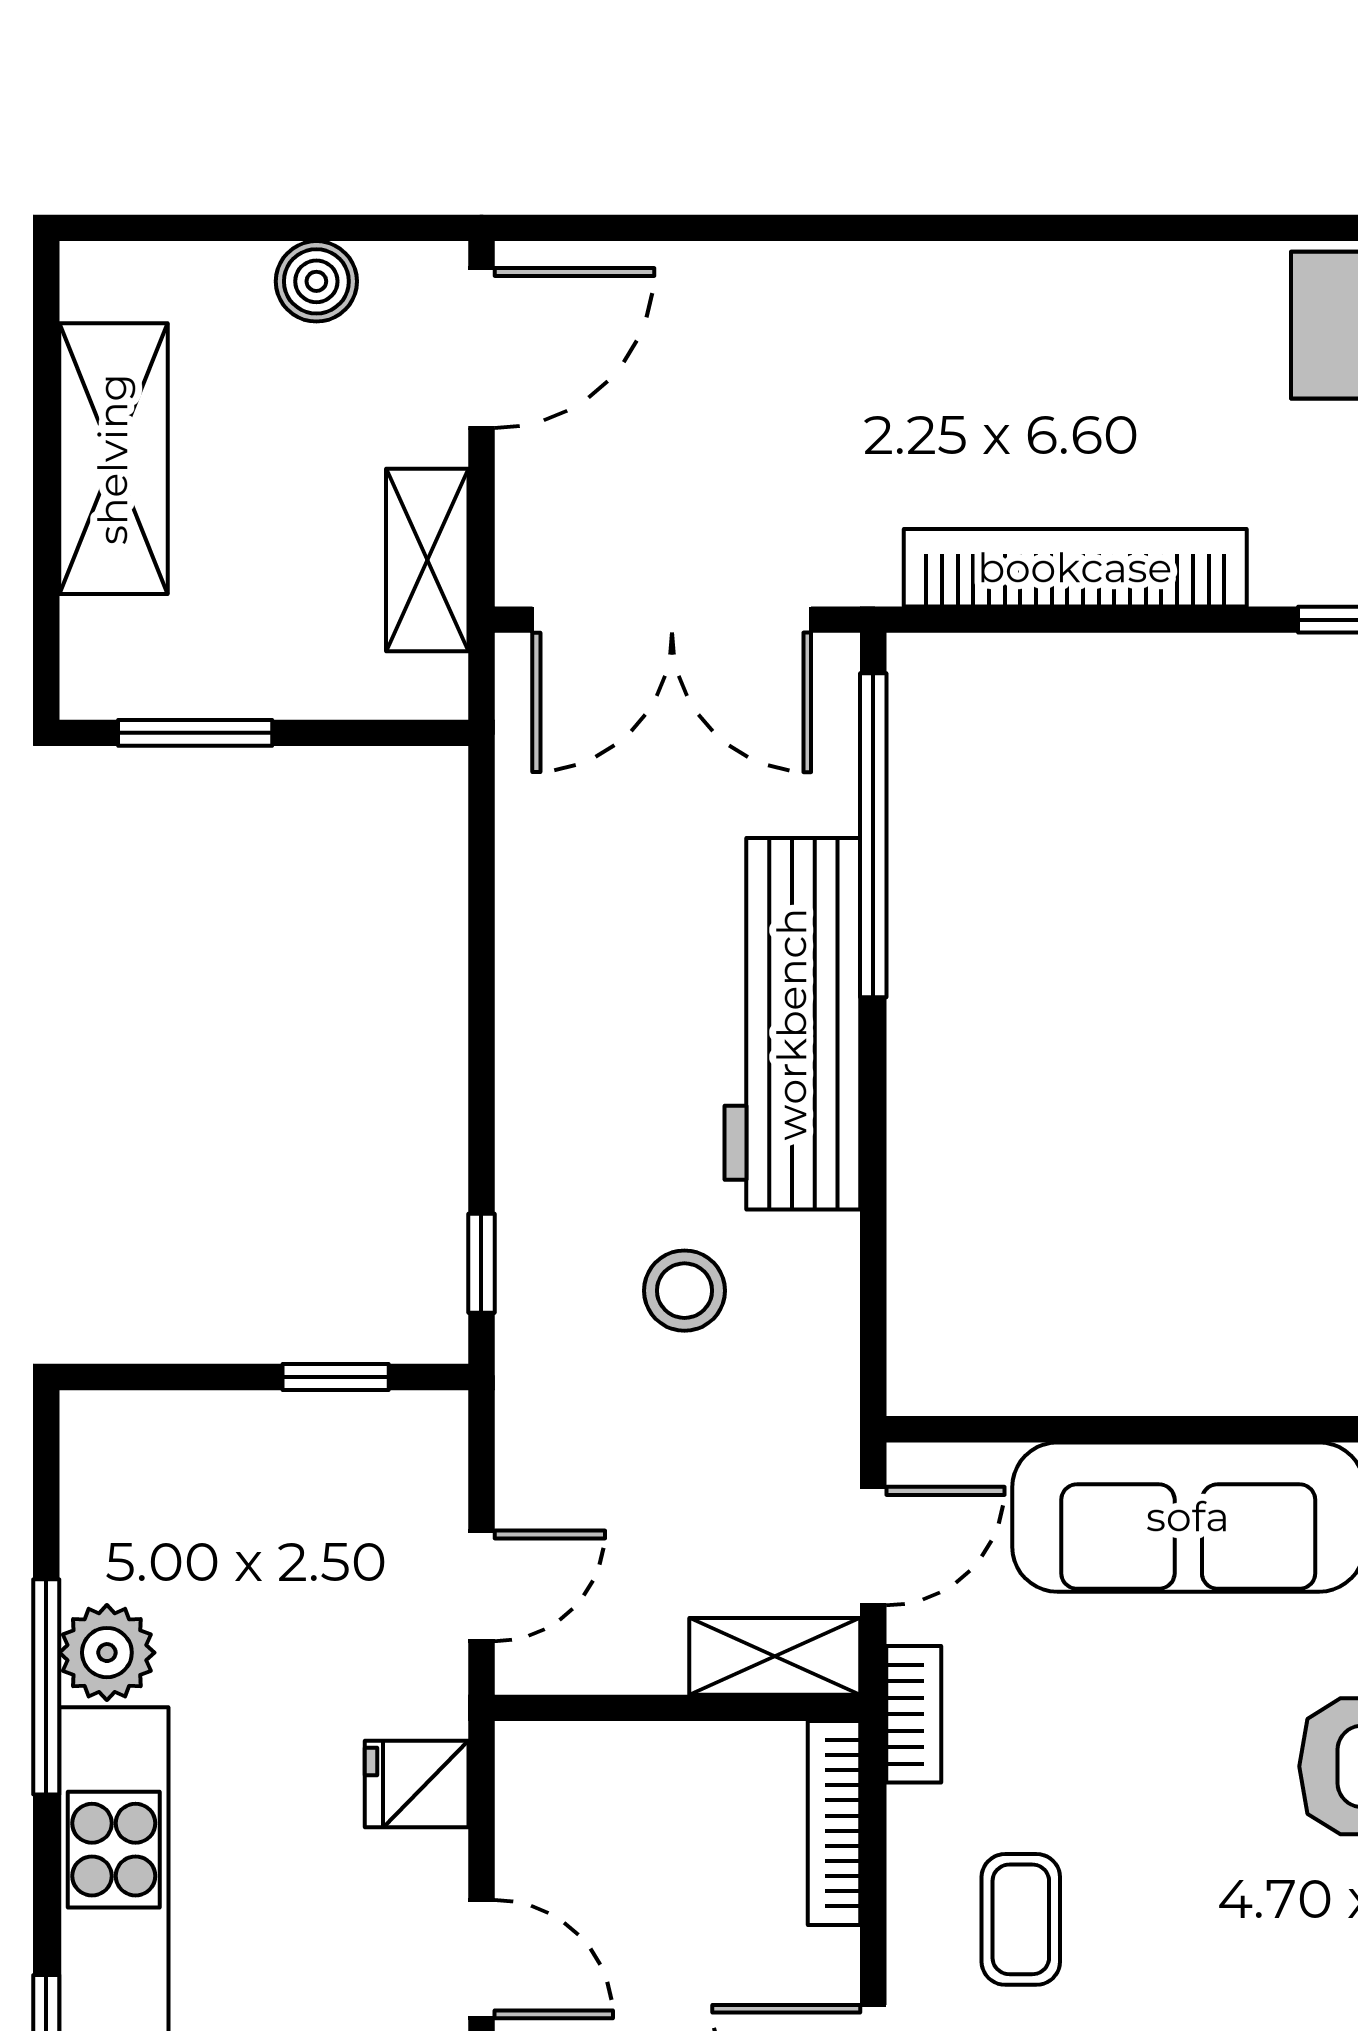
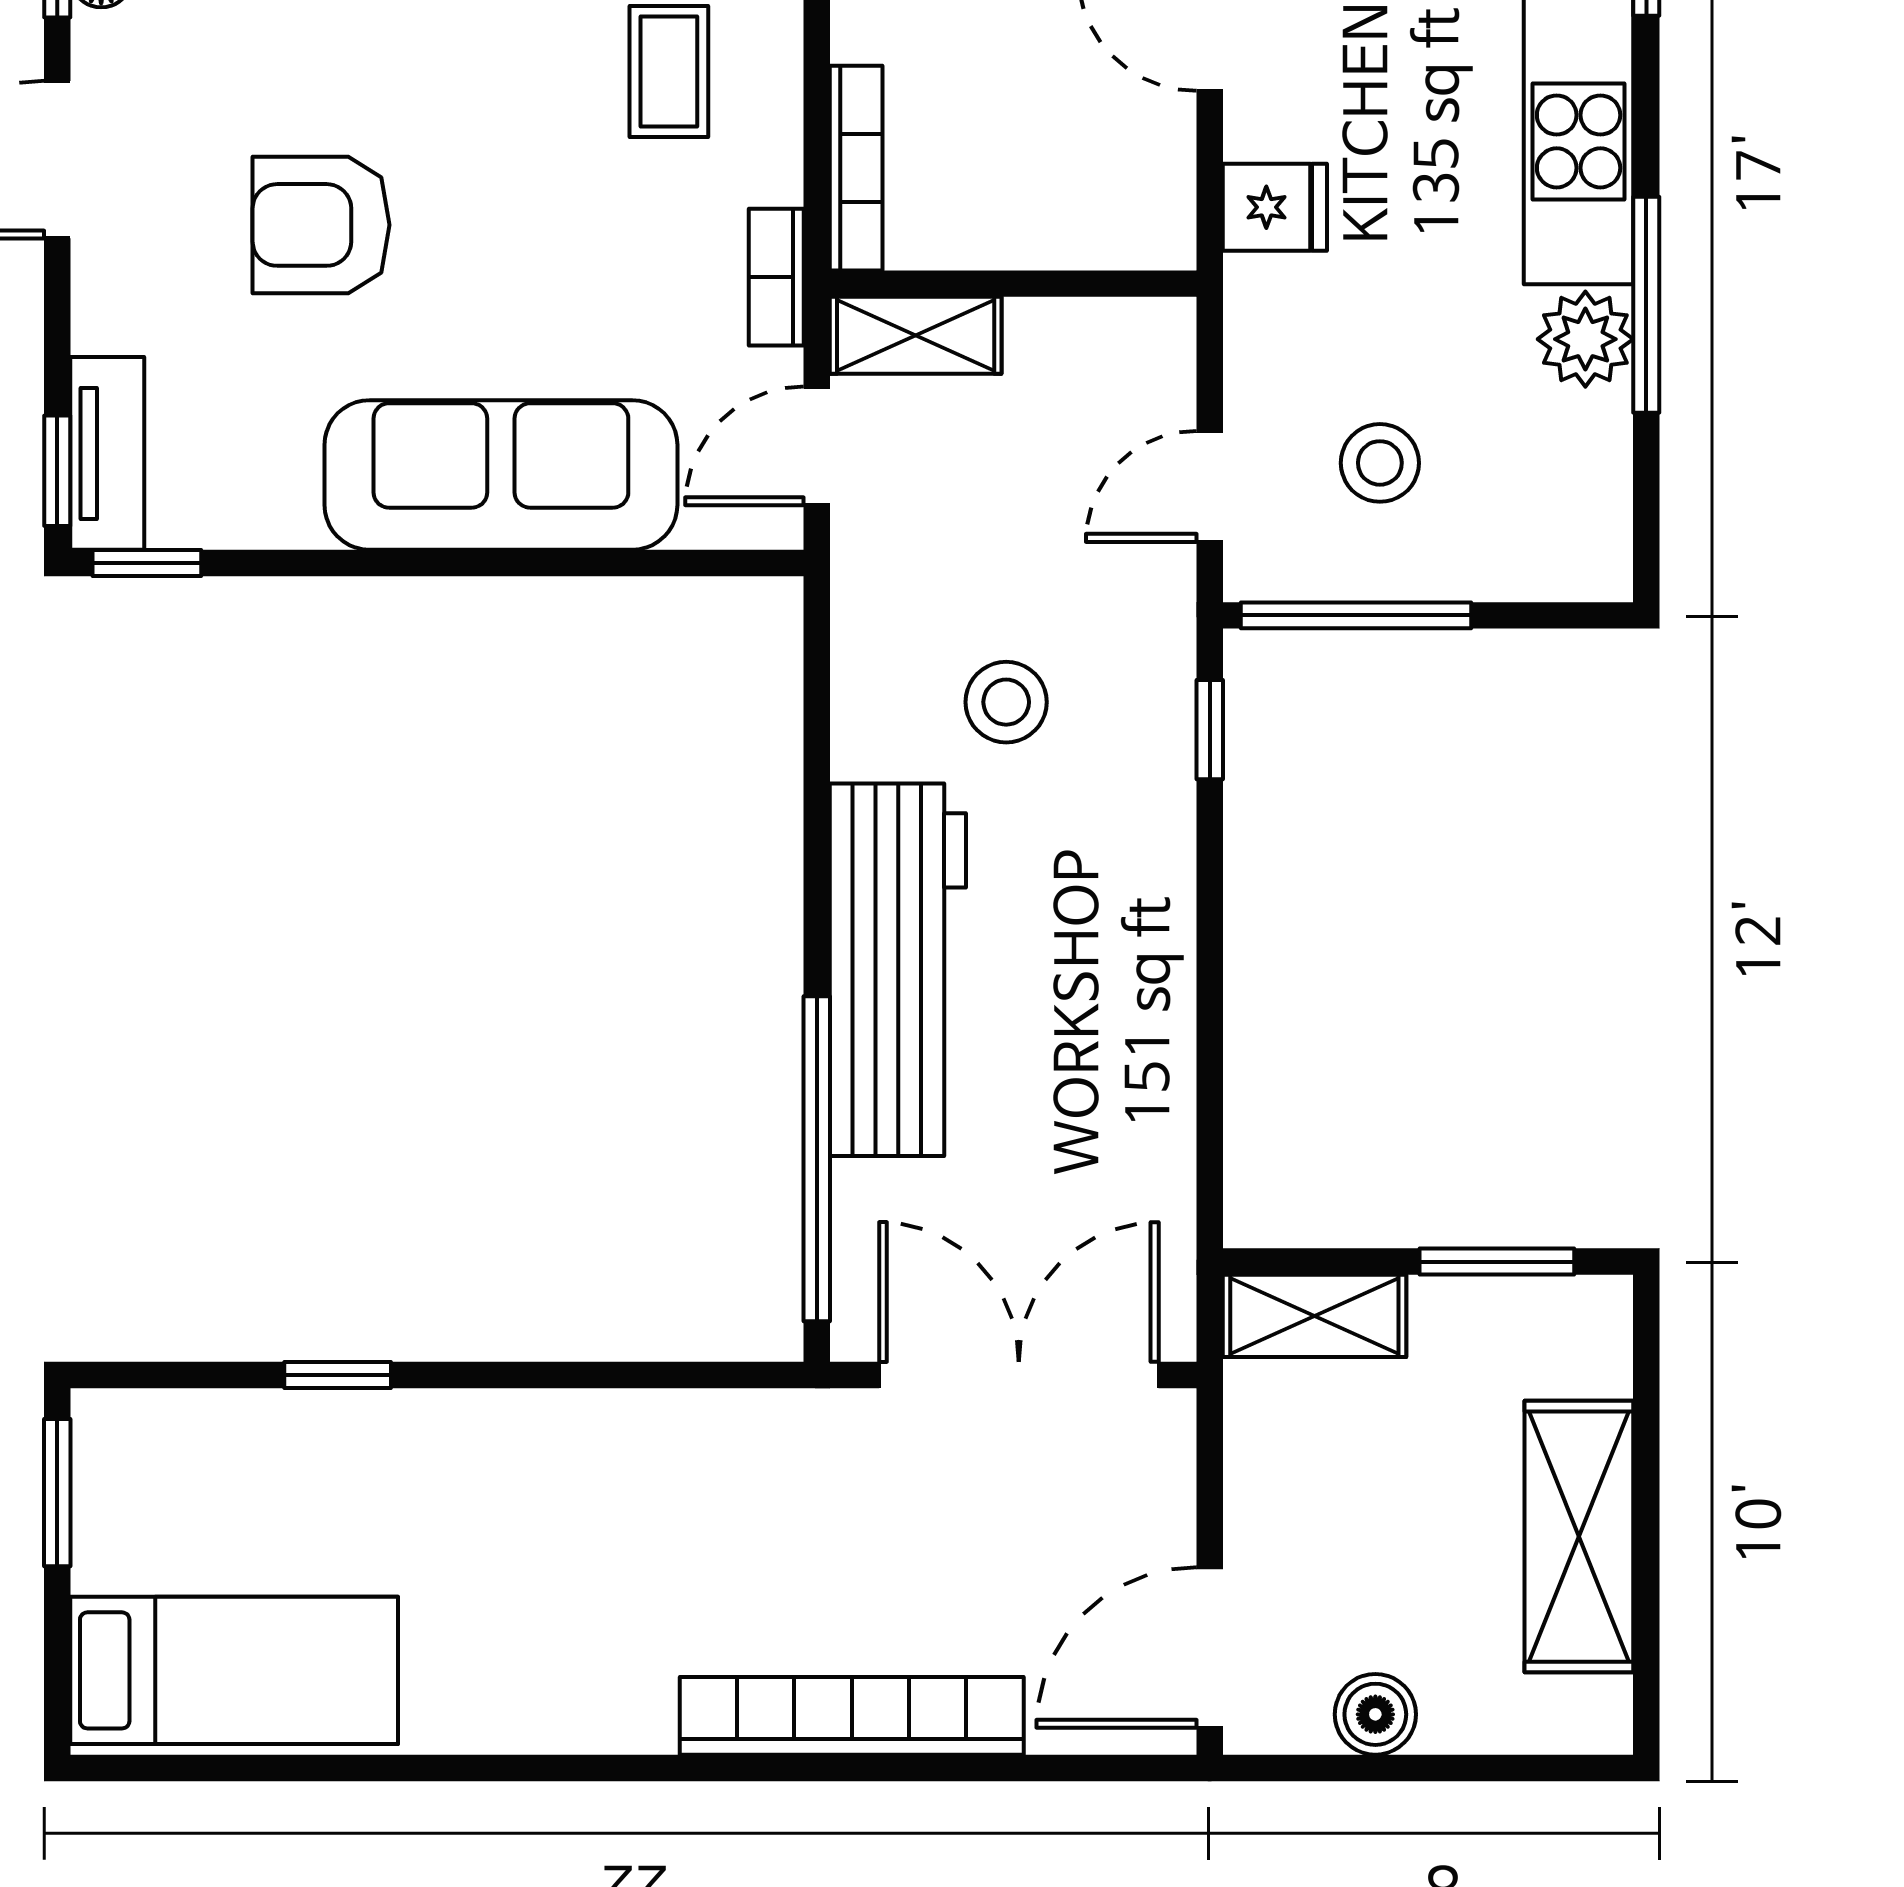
shelving: (427, 560) -> (1314, 1316), moved, turned 90
bookcase: (1075, 568) -> (852, 1716), moved, turned 180
window: (336, 1377) -> (1356, 615), width x2.17
stool: (312, 1529) -> (1380, 463), added
door: (481, 1586) -> (1210, 486), moved

